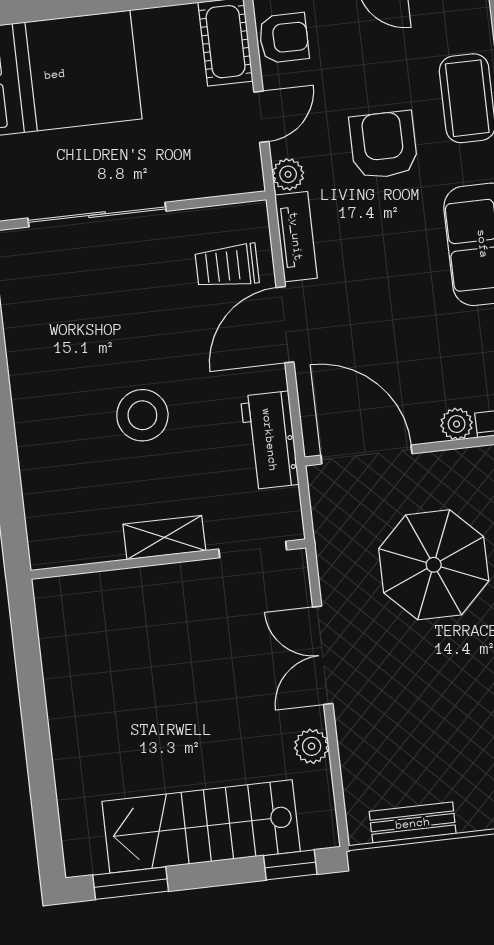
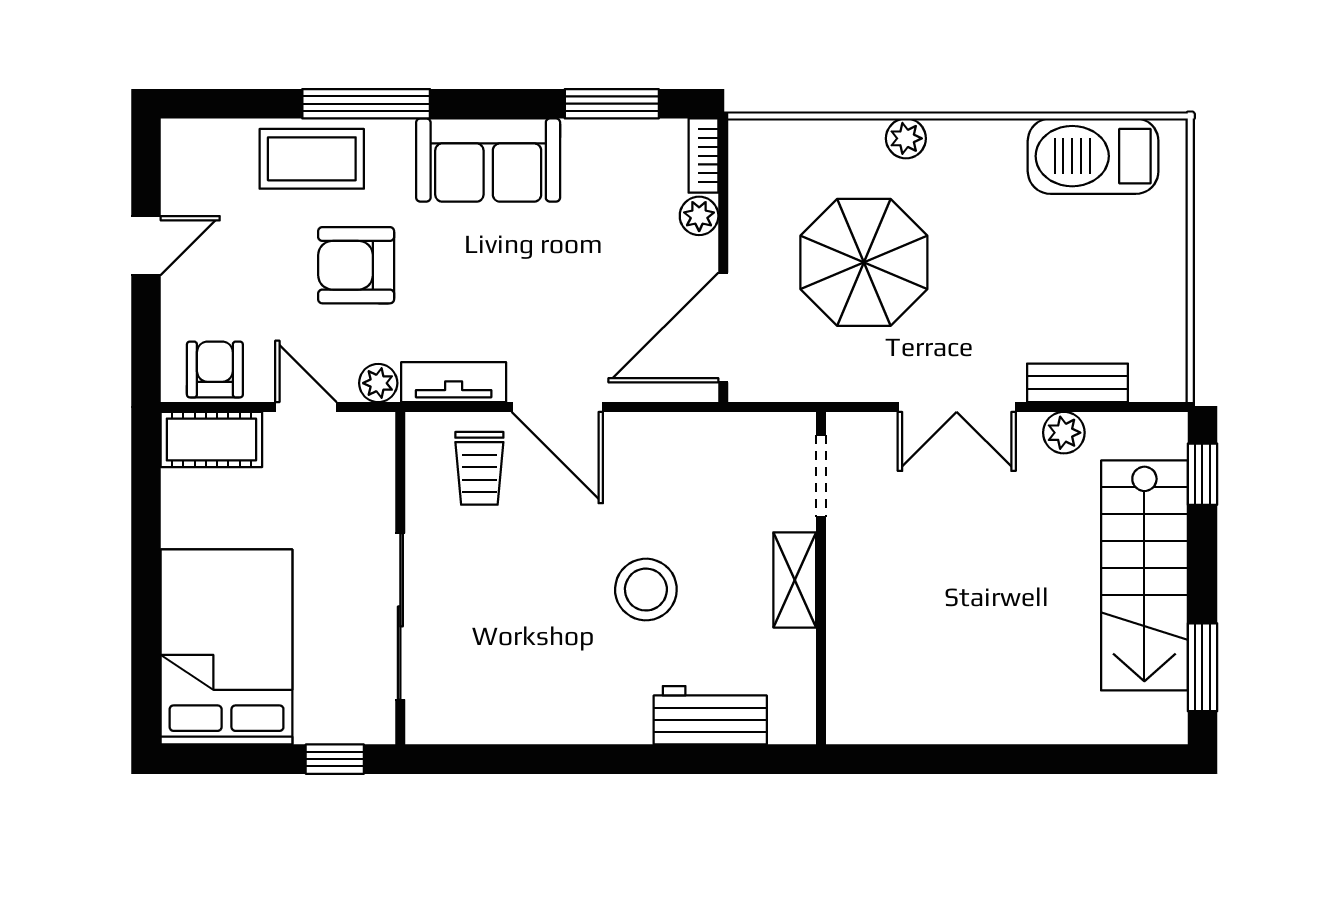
workbench: (270, 440) -> (710, 715), moved, turned 180
bench: (413, 823) -> (1078, 383), moved, turned 90

